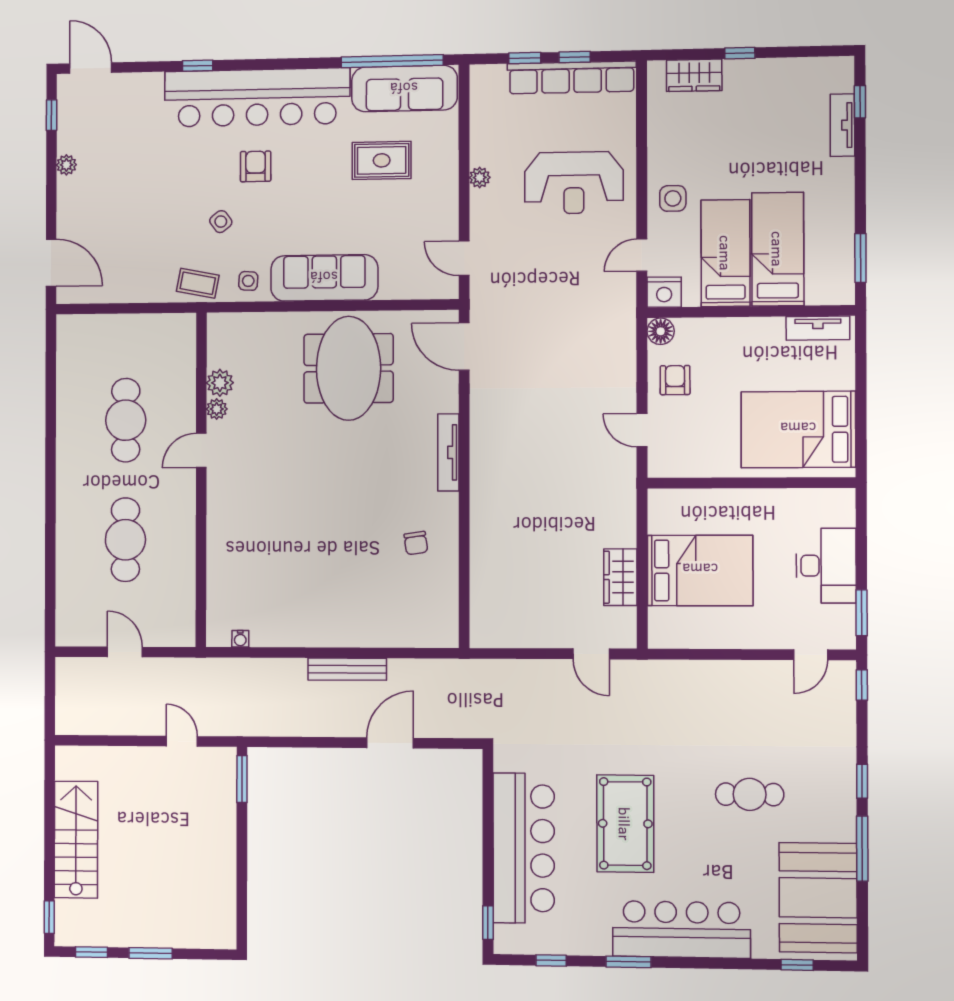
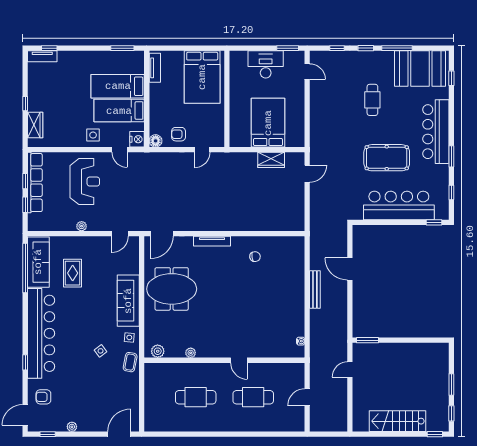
tv unit: (842, 125) -> (42, 56), moved
armchair: (256, 166) -> (43, 397), moved
plant: (220, 383) -> (158, 351), moved
door: (201, 450) -> (239, 360), moved
window: (862, 685) -> (337, 48), moved

